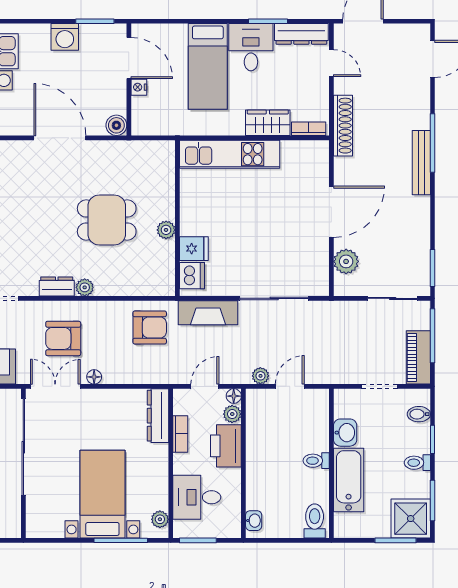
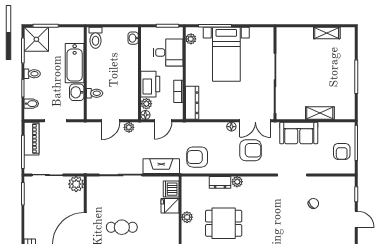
cafe table: (272, 214) -> (122, 227), added
plant: (346, 261) -> (76, 184), moved
dresser: (57, 286) -> (220, 182), moved
toilet: (316, 461) -> (95, 93), moved

